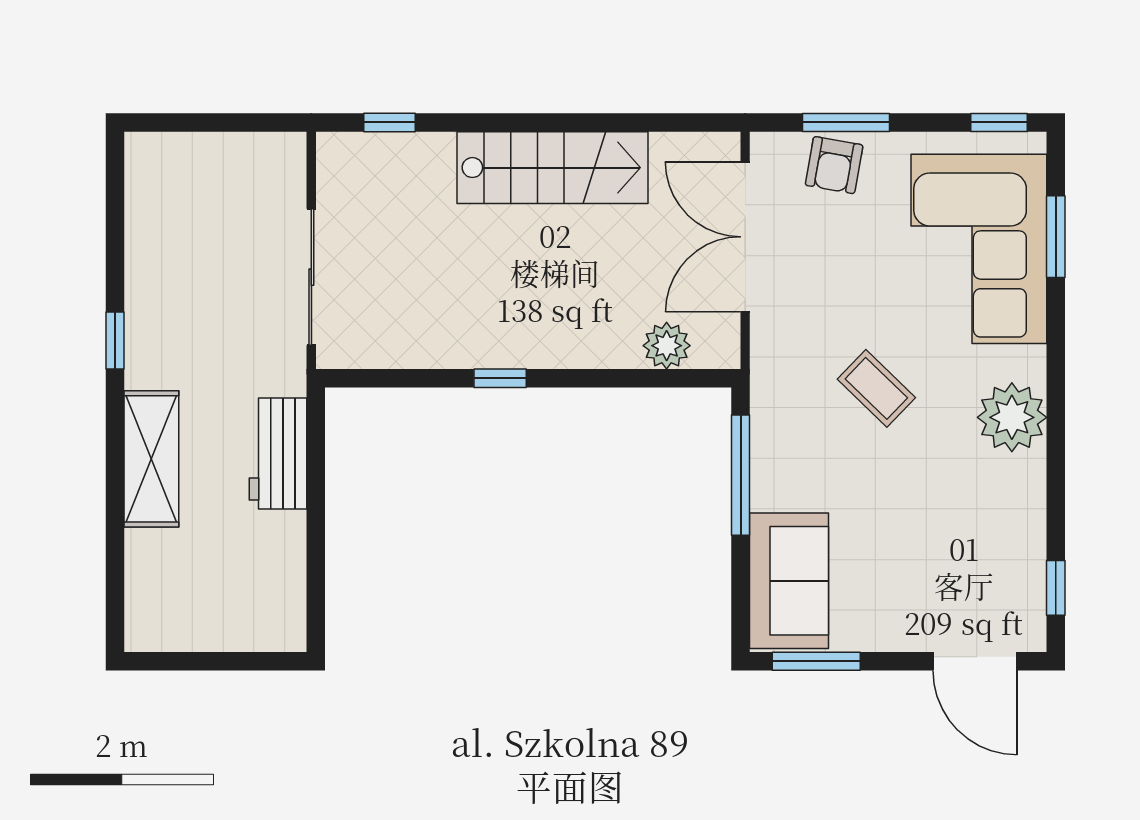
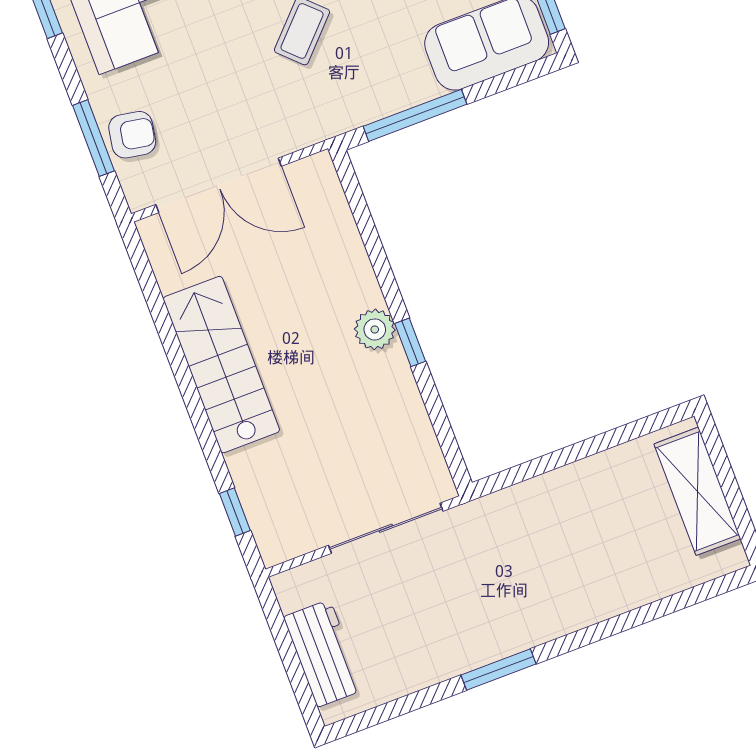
window: (115, 340) -> (498, 669), width x1.50
plant: (667, 346) -> (375, 329), moved
workbench: (278, 454) -> (324, 653), moved, turned -90
shelving: (151, 459) -> (697, 491), moved, turned 90

